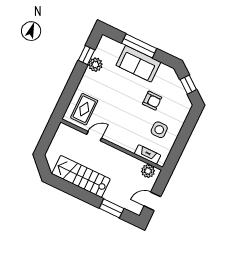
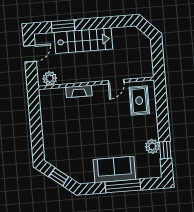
armchair: (152, 101) -> (83, 144), removed
side table: (159, 130) -> (61, 121), removed
fireplace: (147, 154) -> (79, 91), moved
stairs: (81, 176) -> (83, 41), moved

